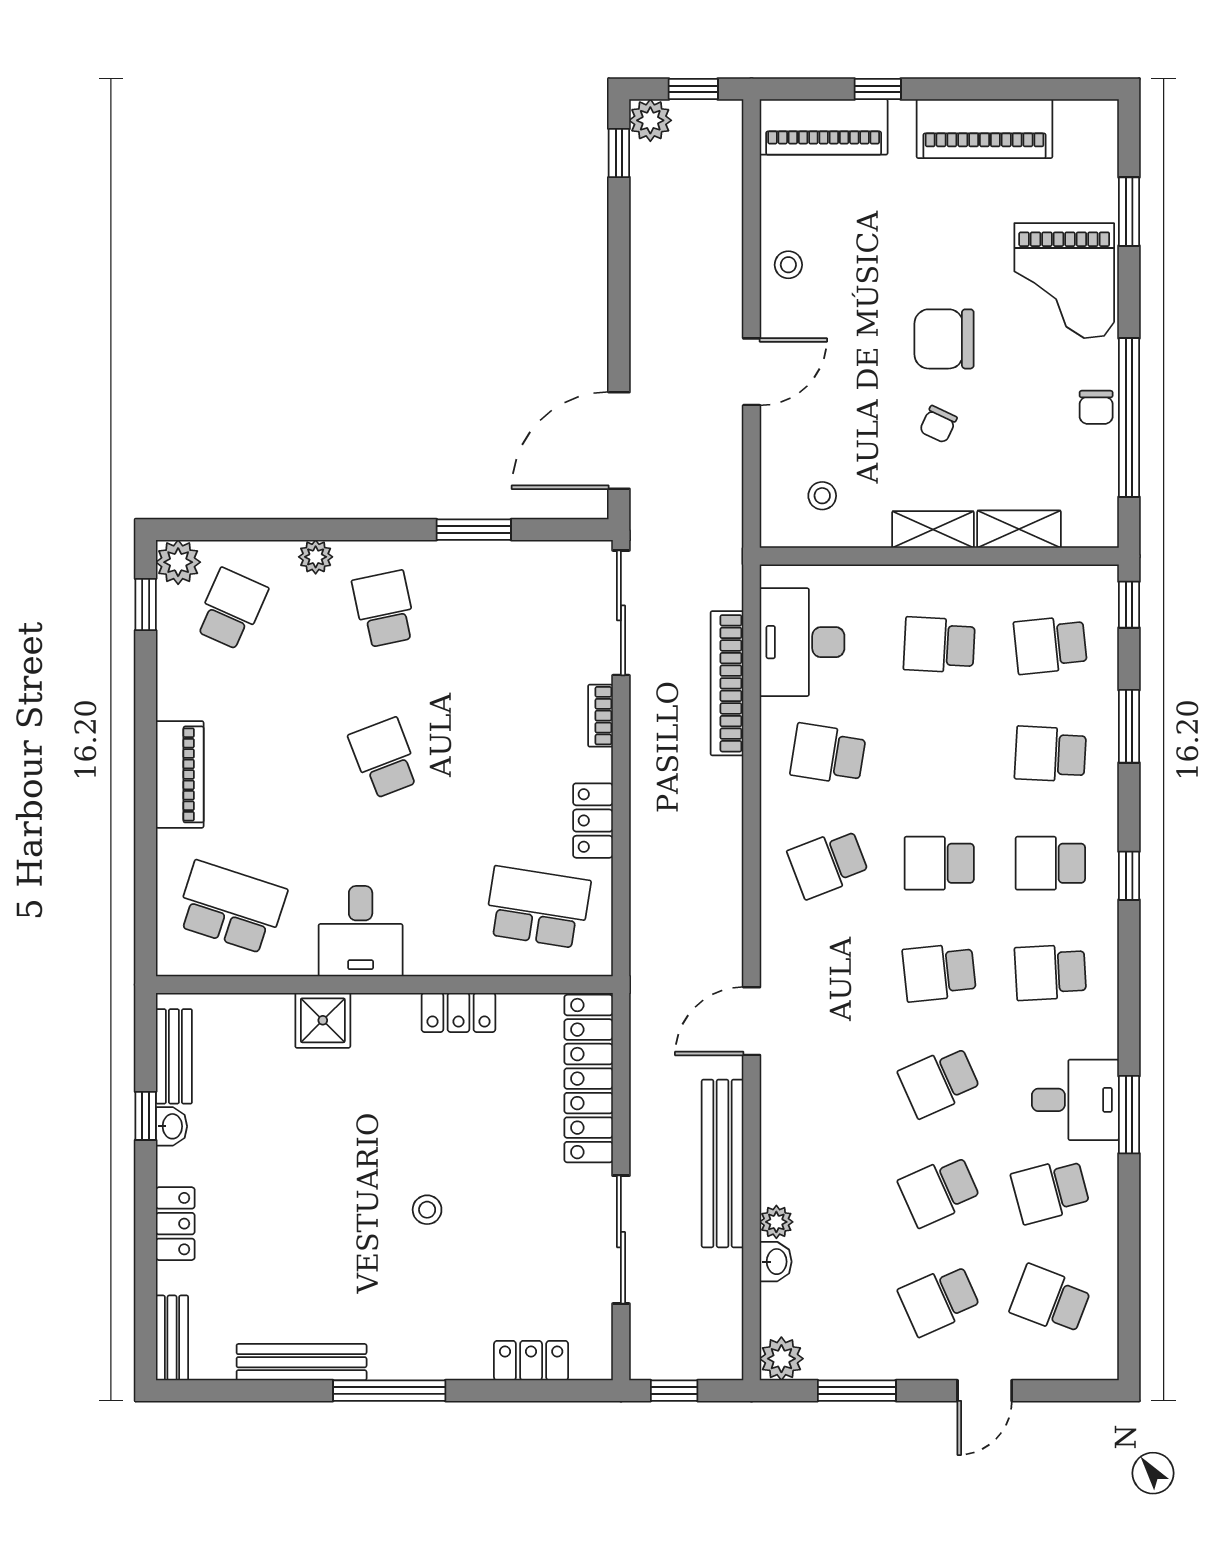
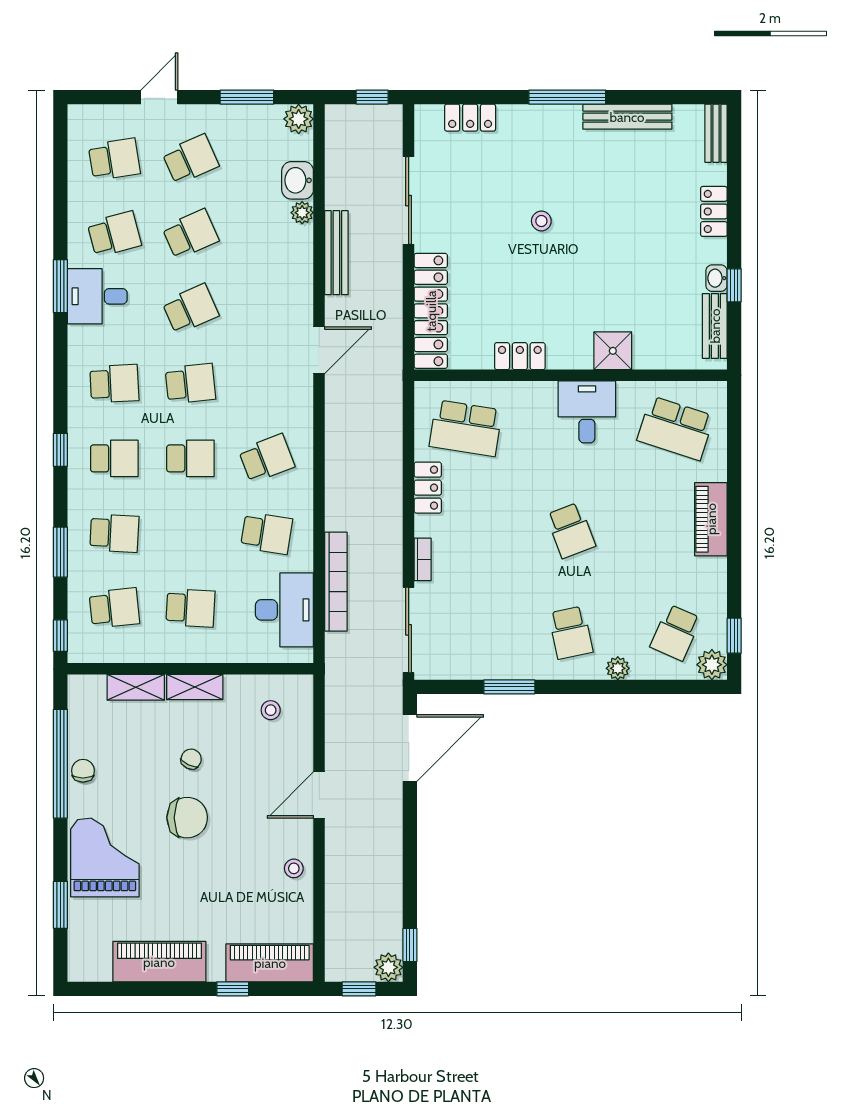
bench: (723, 1163) -> (336, 253), width x0.73, depth x0.82
washbasin: (776, 1262) -> (298, 180), width x1.38, depth x1.45
school desk: (1050, 1300) -> (114, 159), turned -30

